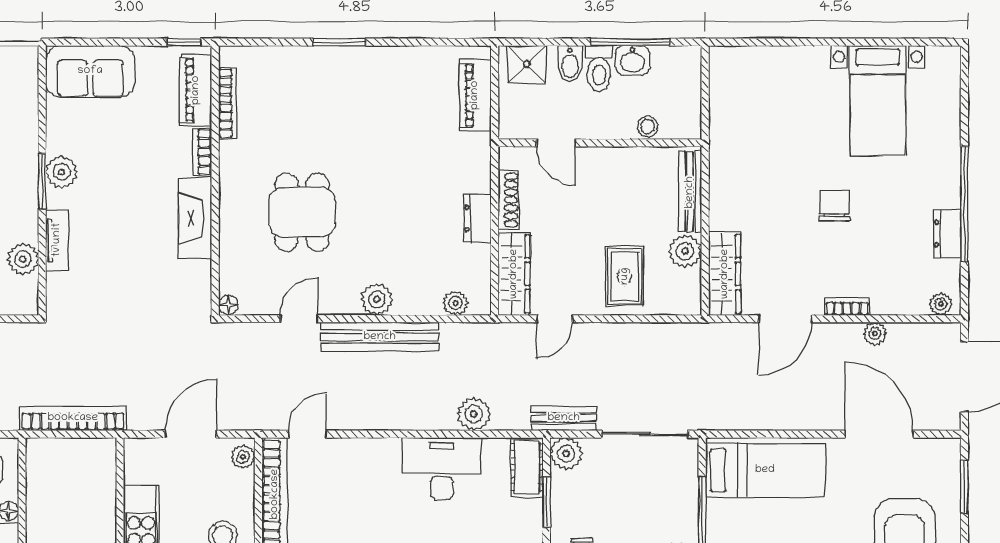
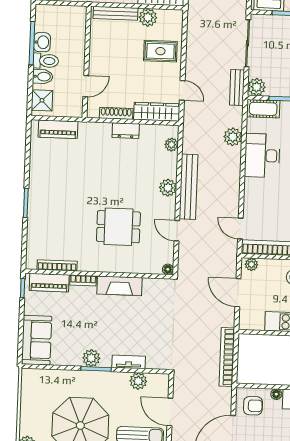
stool: (648, 127) -> (79, 35), removed

